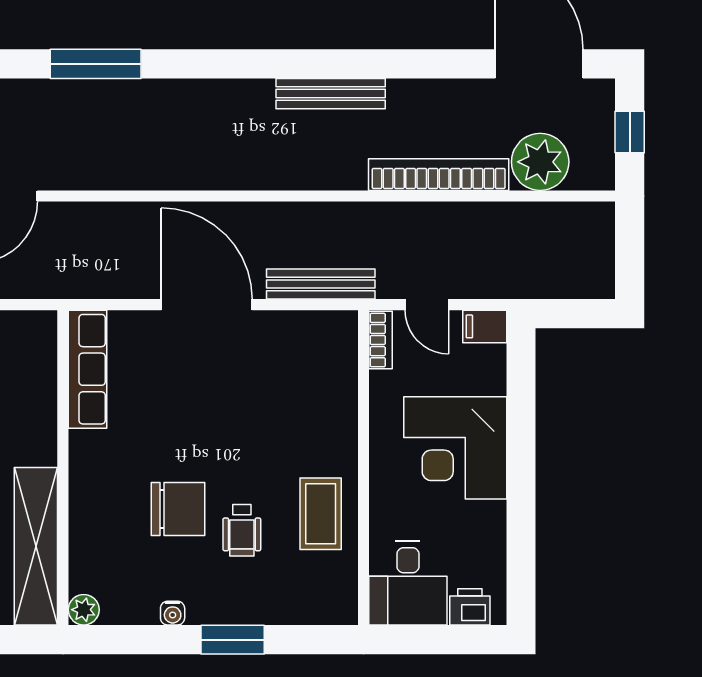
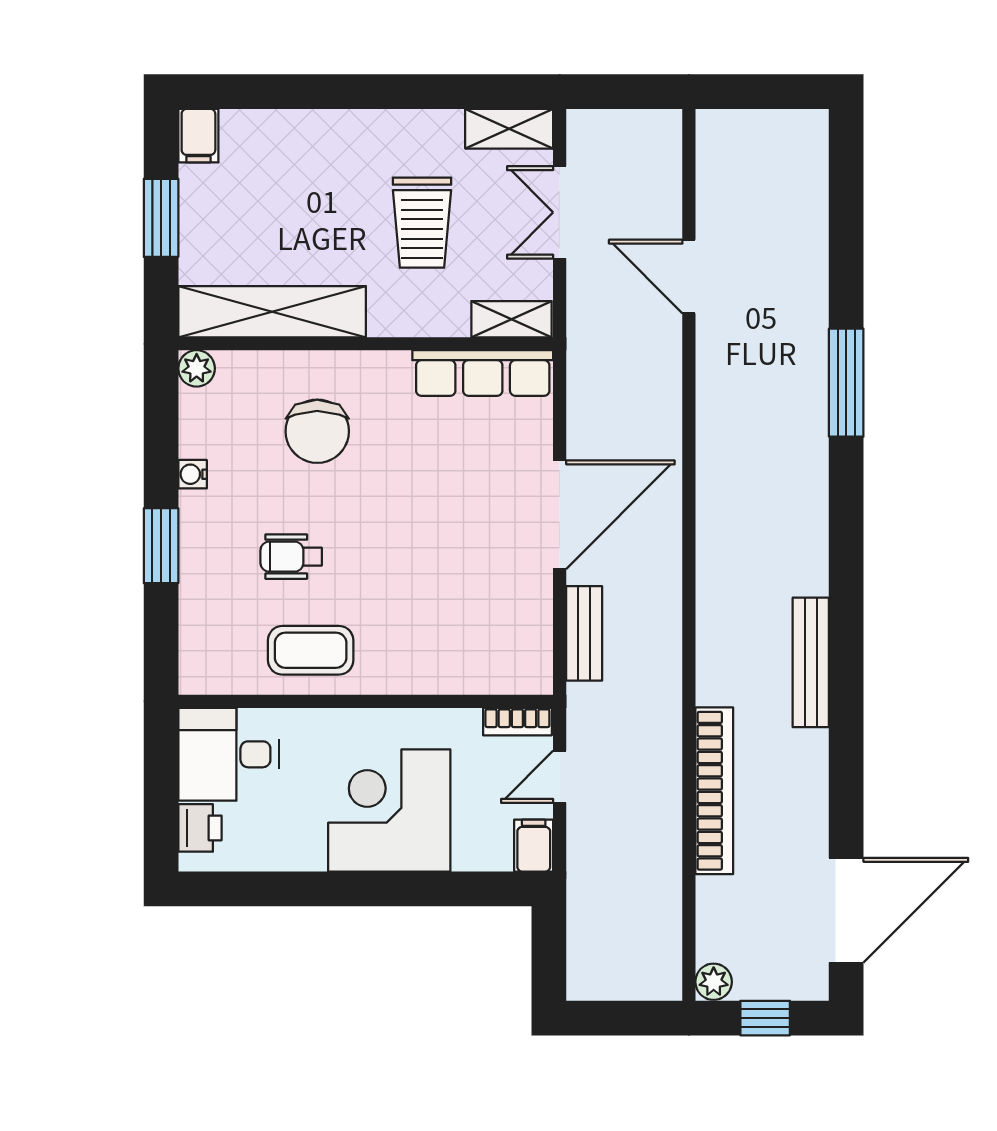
plant: (540, 162) -> (714, 982), moved, width x0.53, depth x0.53
bench: (321, 284) -> (584, 633), width x0.73
shelving: (42, 345) -> (512, 319), added
chair: (178, 509) -> (317, 431), moved

